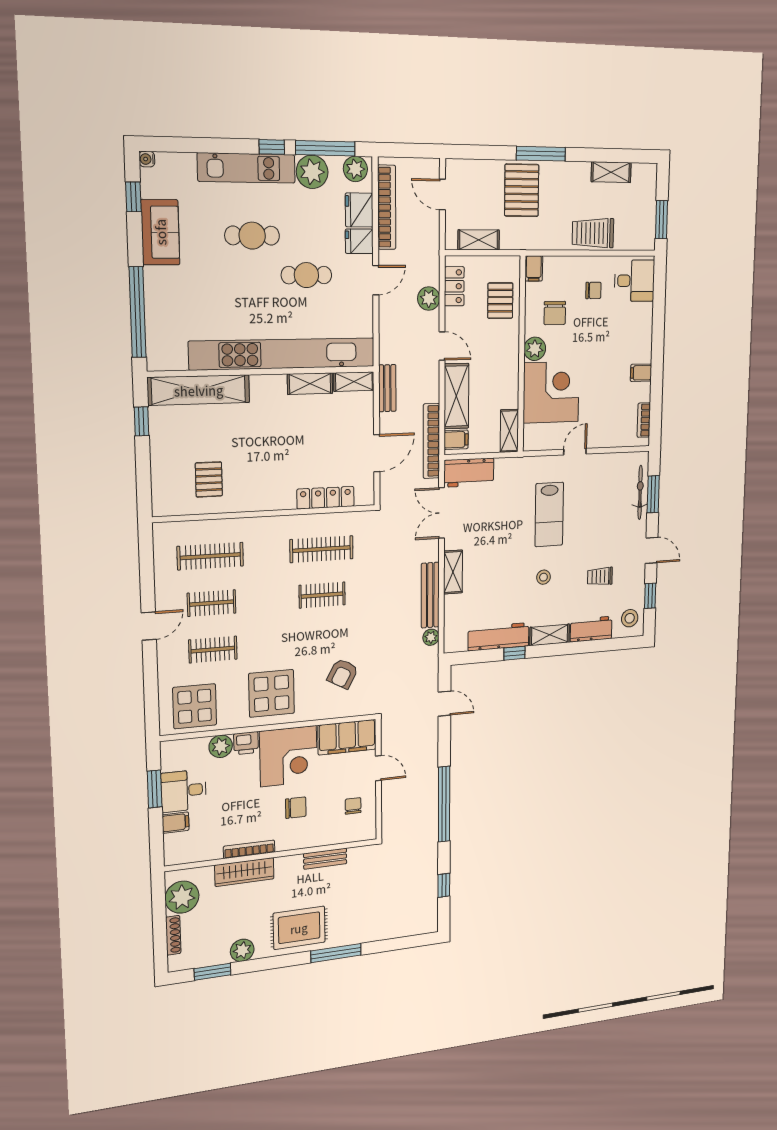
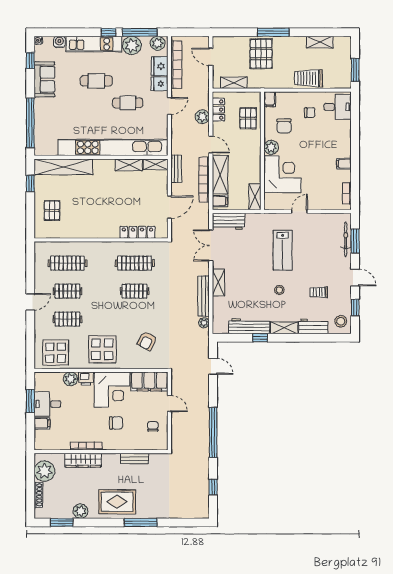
water cooler: (185, 163) -> (59, 42), added
bookcase: (431, 441) -> (204, 180), moved
pallet: (209, 479) -> (52, 210), moved

